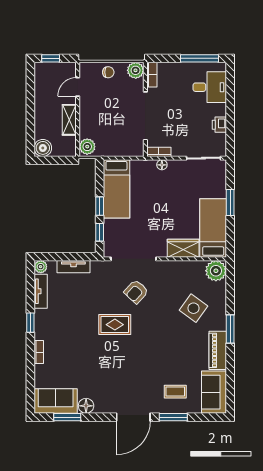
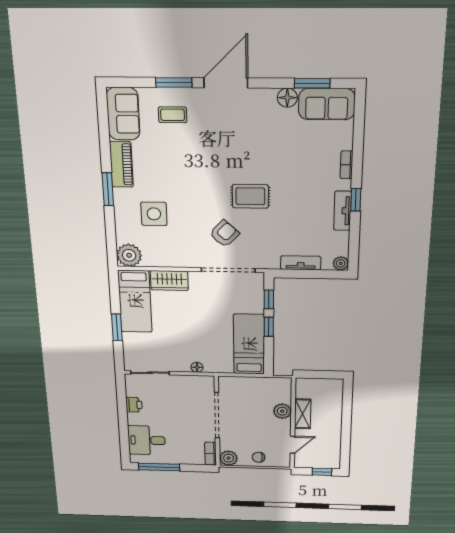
plant: (87, 147) -> (282, 411), moved
boiler: (43, 148) -> (334, 387), removed
bookcase: (159, 152) -> (201, 380), removed
tv unit: (41, 291) -> (342, 211), moved
side table: (193, 308) -> (154, 214), turned -36

